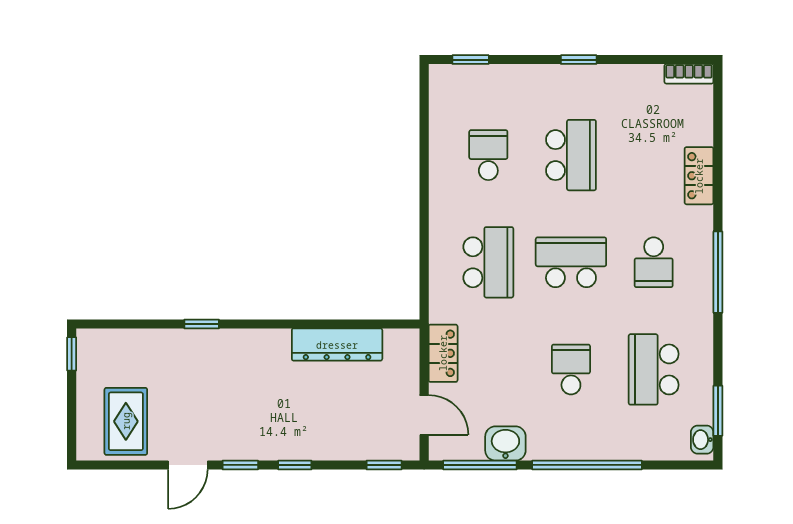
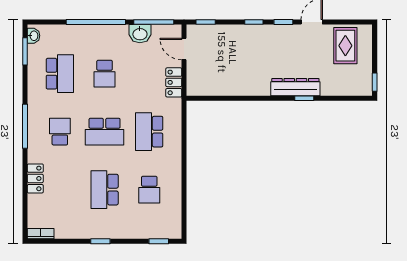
dresser: (337, 345) -> (295, 87), moved

